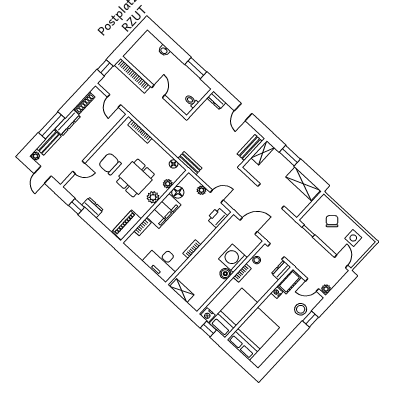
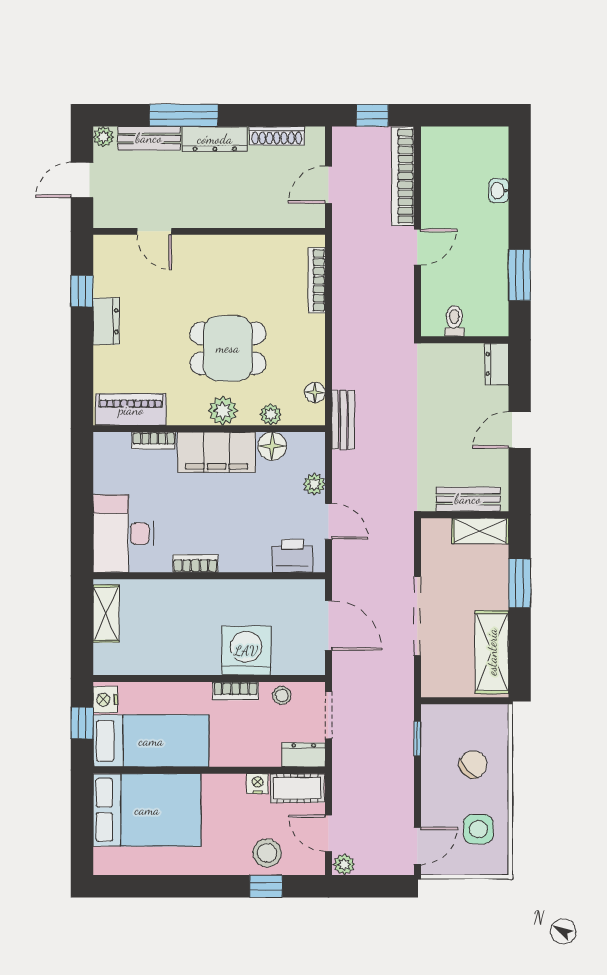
chair: (110, 164) -> (211, 281), removed
boiler: (225, 274) -> (207, 662), removed

